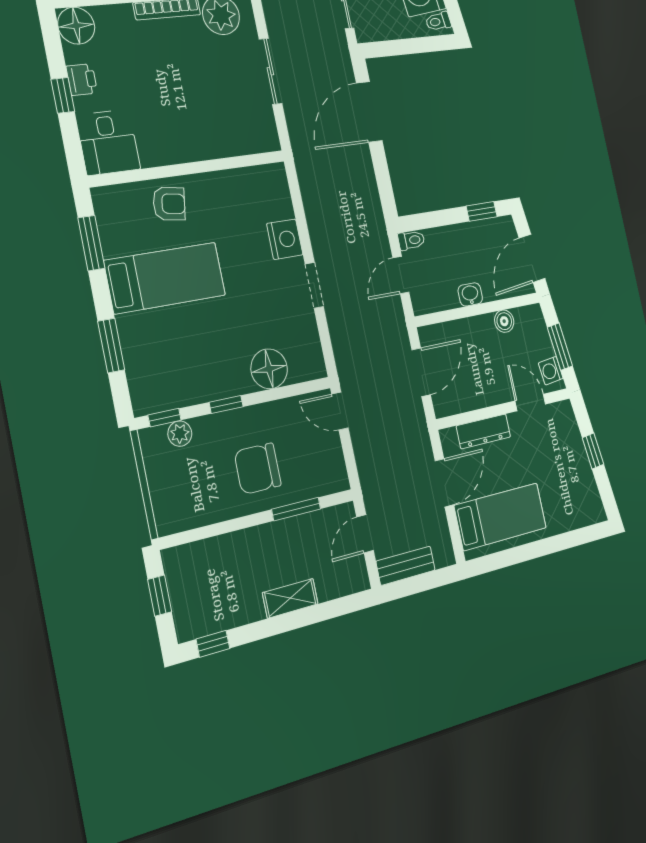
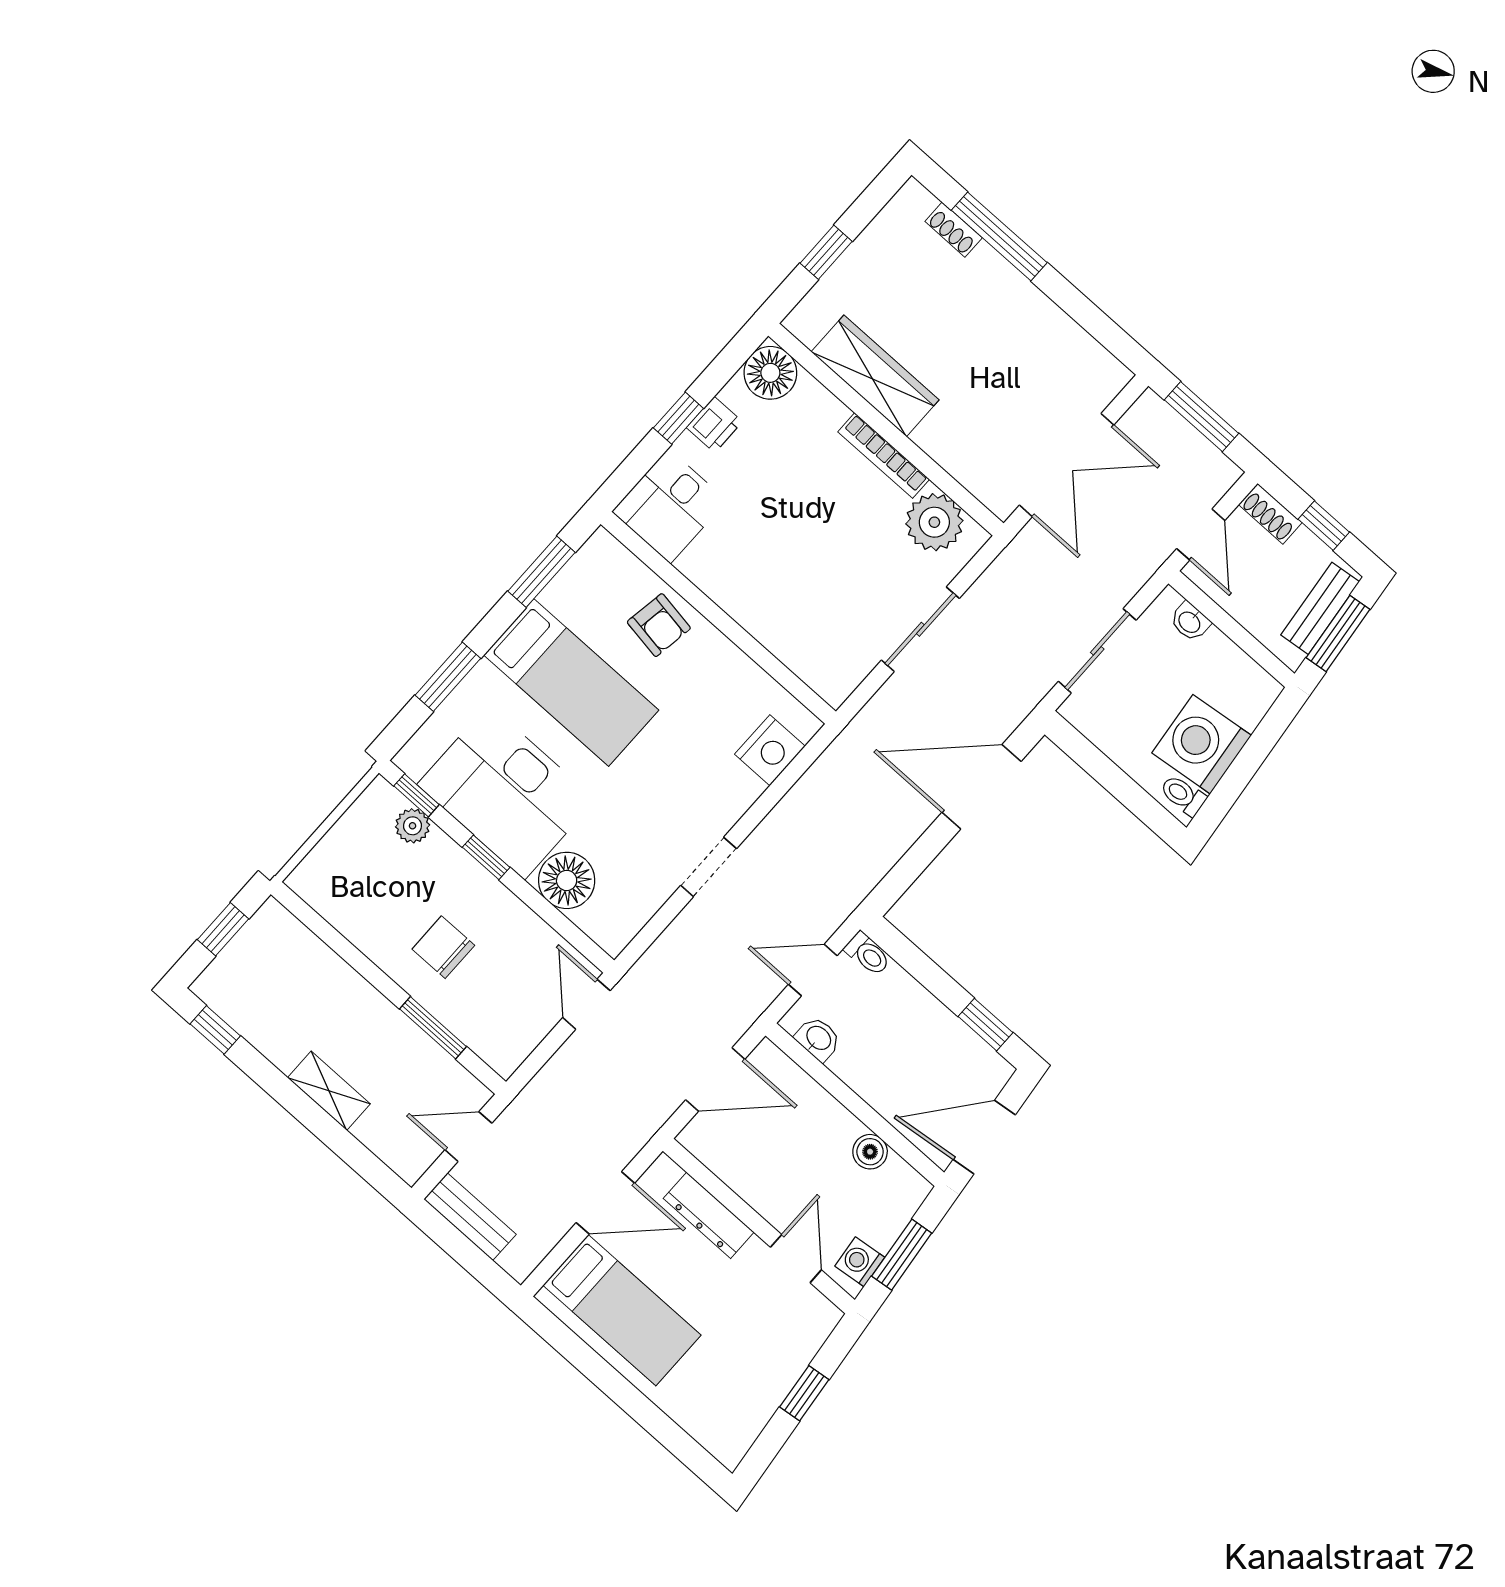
nightstand: (285, 239) -> (770, 750), moved
washbasin: (470, 294) -> (818, 1039), moved
desk: (199, 364) -> (506, 792), added
chair: (258, 469) -> (443, 947), width x0.73, depth x0.73

